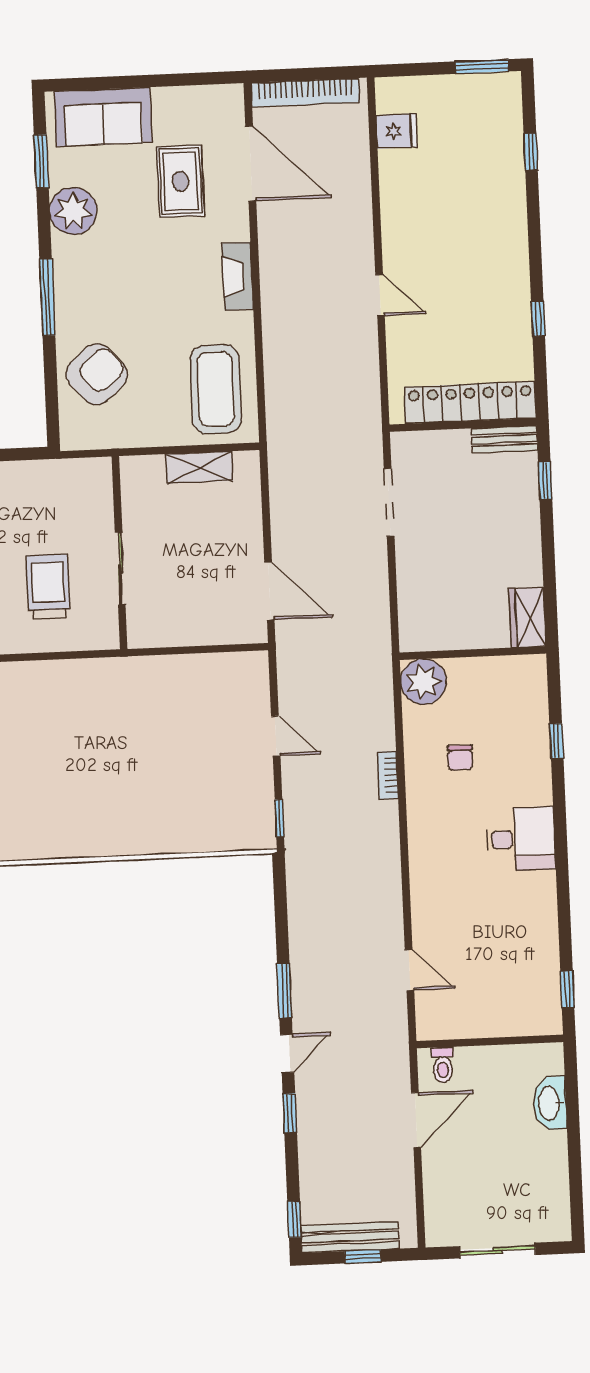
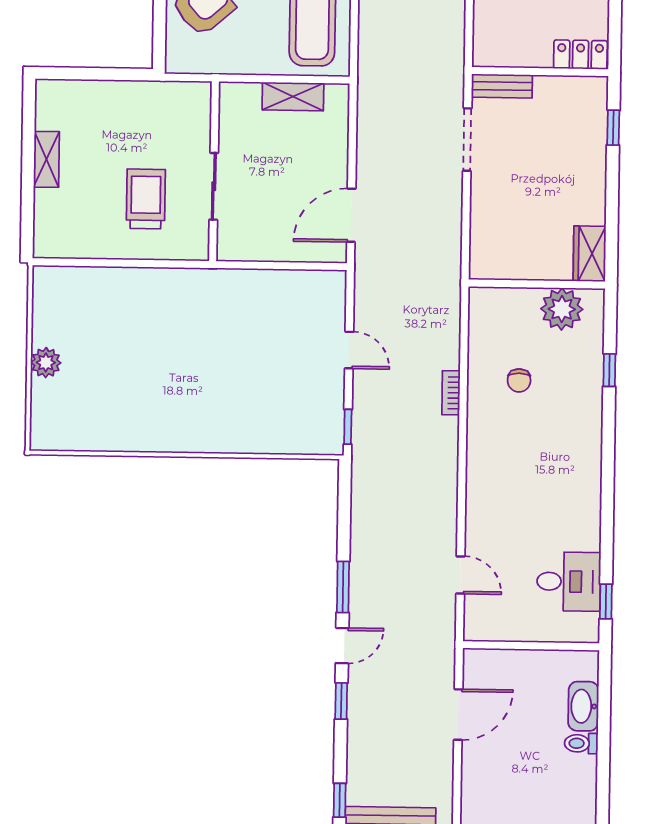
locker: (470, 402) -> (580, 55), width x0.46, depth x0.83
bench: (504, 439) -> (502, 86), moved
door: (269, 591) -> (351, 215), swing flipped
plant: (423, 682) -> (562, 309), moved
desk: (520, 839) -> (569, 582), moved
toilet: (443, 1065) -> (581, 743), moved, turned 90

